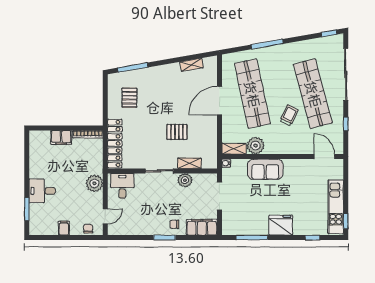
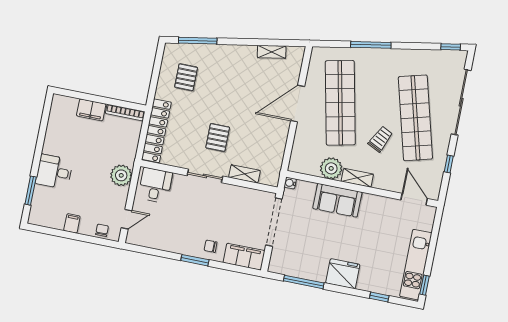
pallet: (177, 132) -> (218, 137), moved, turned 90
shelving: (234, 149) -> (357, 178), moved
plant: (185, 180) -> (235, 194), removed
doorway: (220, 196) -> (274, 222), width x1.36

